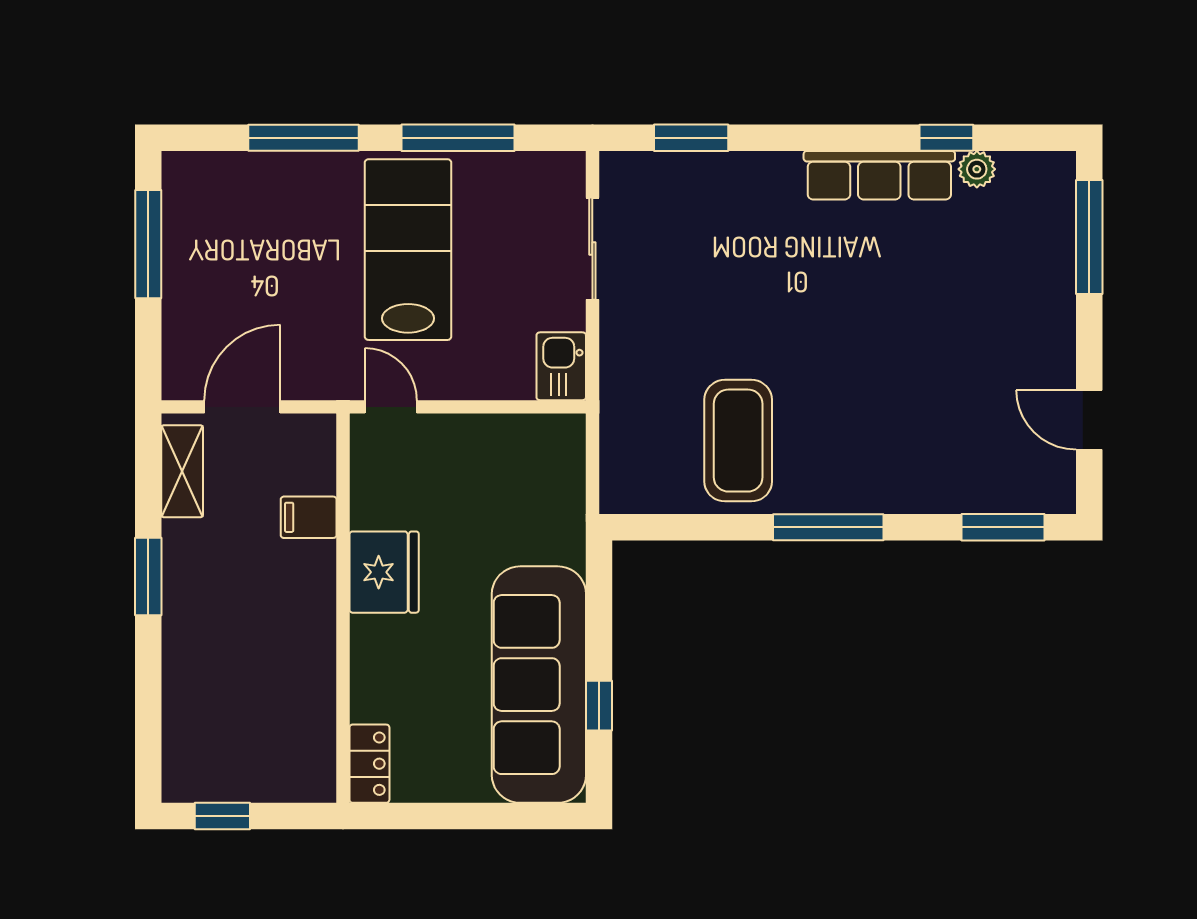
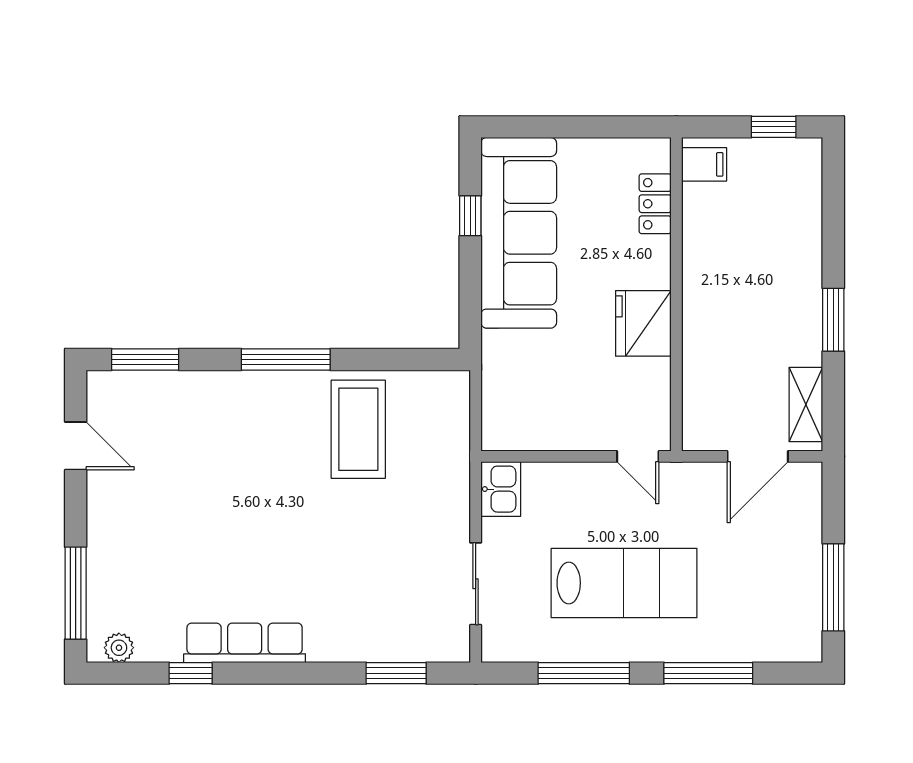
plant: (977, 169) -> (119, 648), moved
lab bench: (408, 250) -> (624, 583), turned -90
filing cabinet: (309, 517) -> (704, 164), moved
locker: (369, 764) -> (655, 204), moved

